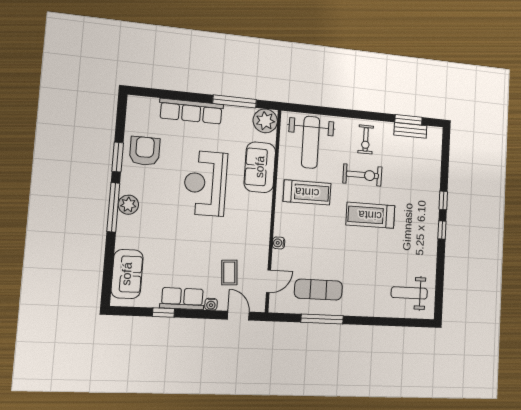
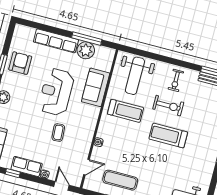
plant: (265, 121) -> (86, 50), moved
coffee table: (229, 273) -> (58, 133), moved

